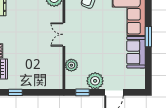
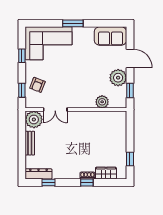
double door: (64, 34) -> (55, 110), moved
sofa: (136, 52) -> (110, 36), moved

